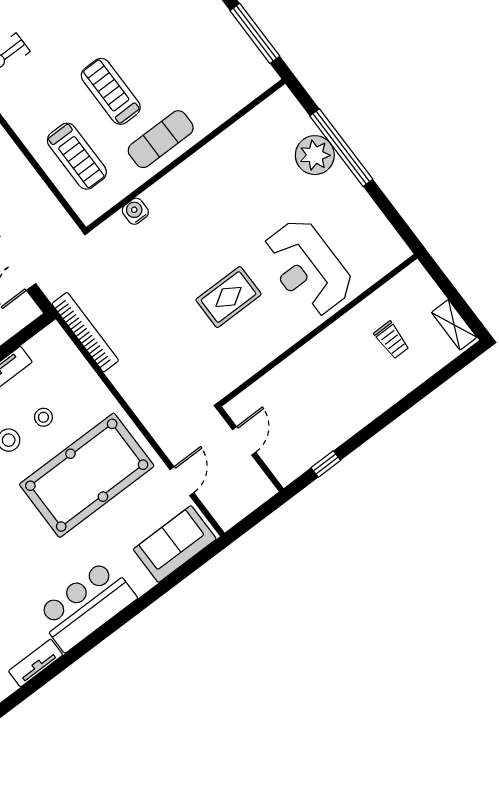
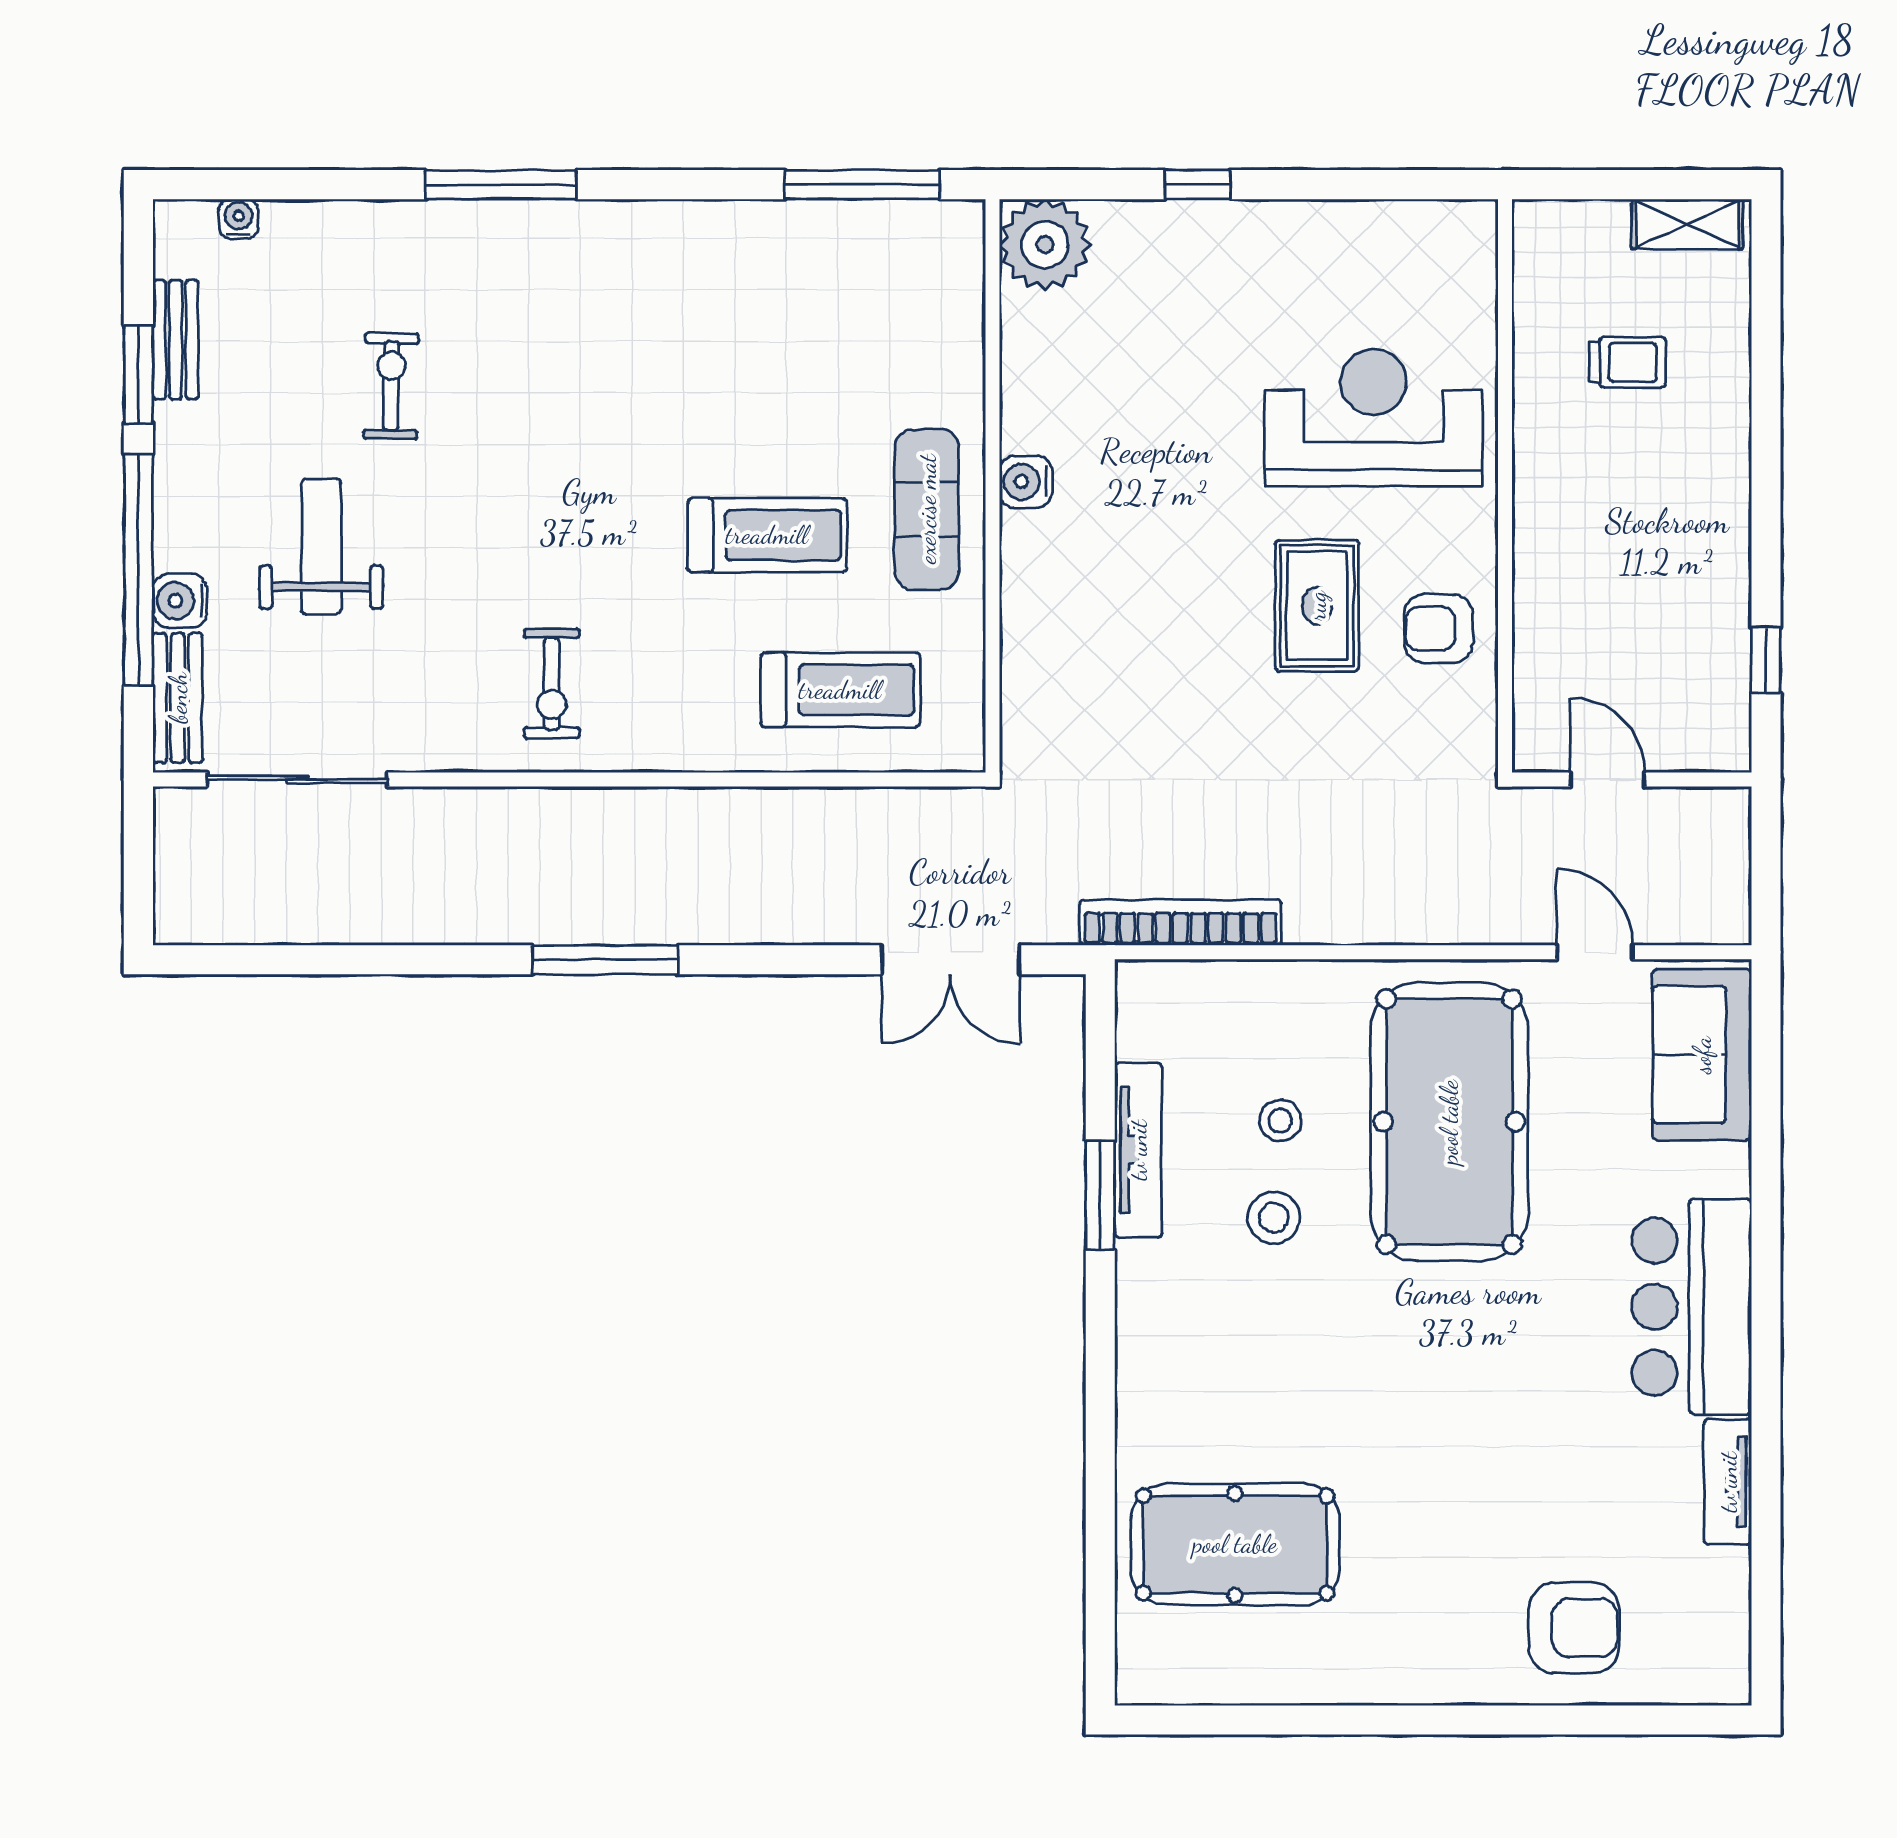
treadmill: (111, 91) -> (767, 535), turned 180
window: (341, 148) -> (1198, 185), width x0.32
plant: (315, 155) -> (1045, 244), moved
water cooler: (135, 211) -> (1026, 482), moved
reception desk: (307, 268) -> (1374, 418), turned 180
armchair: (252, 344) -> (1438, 629), added

